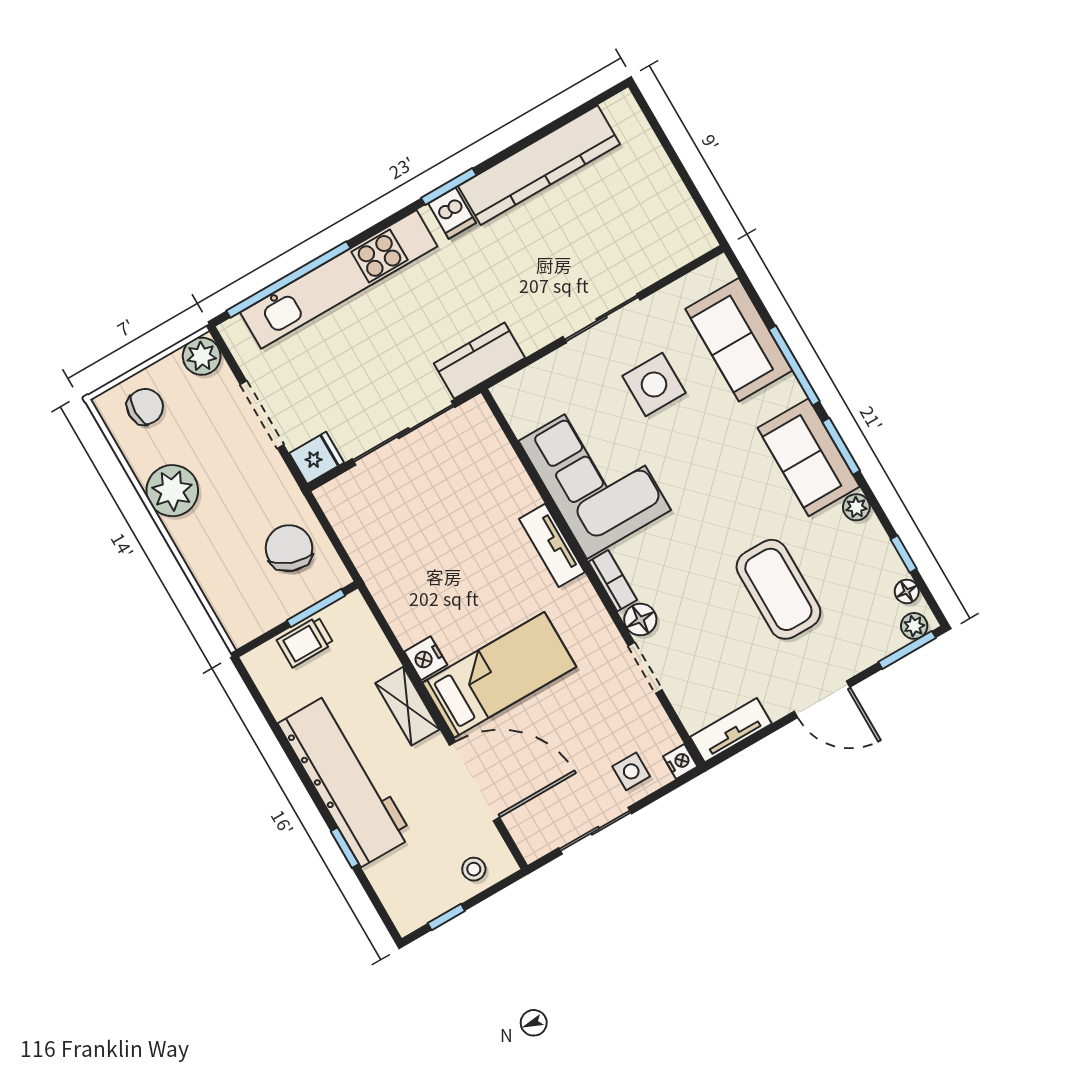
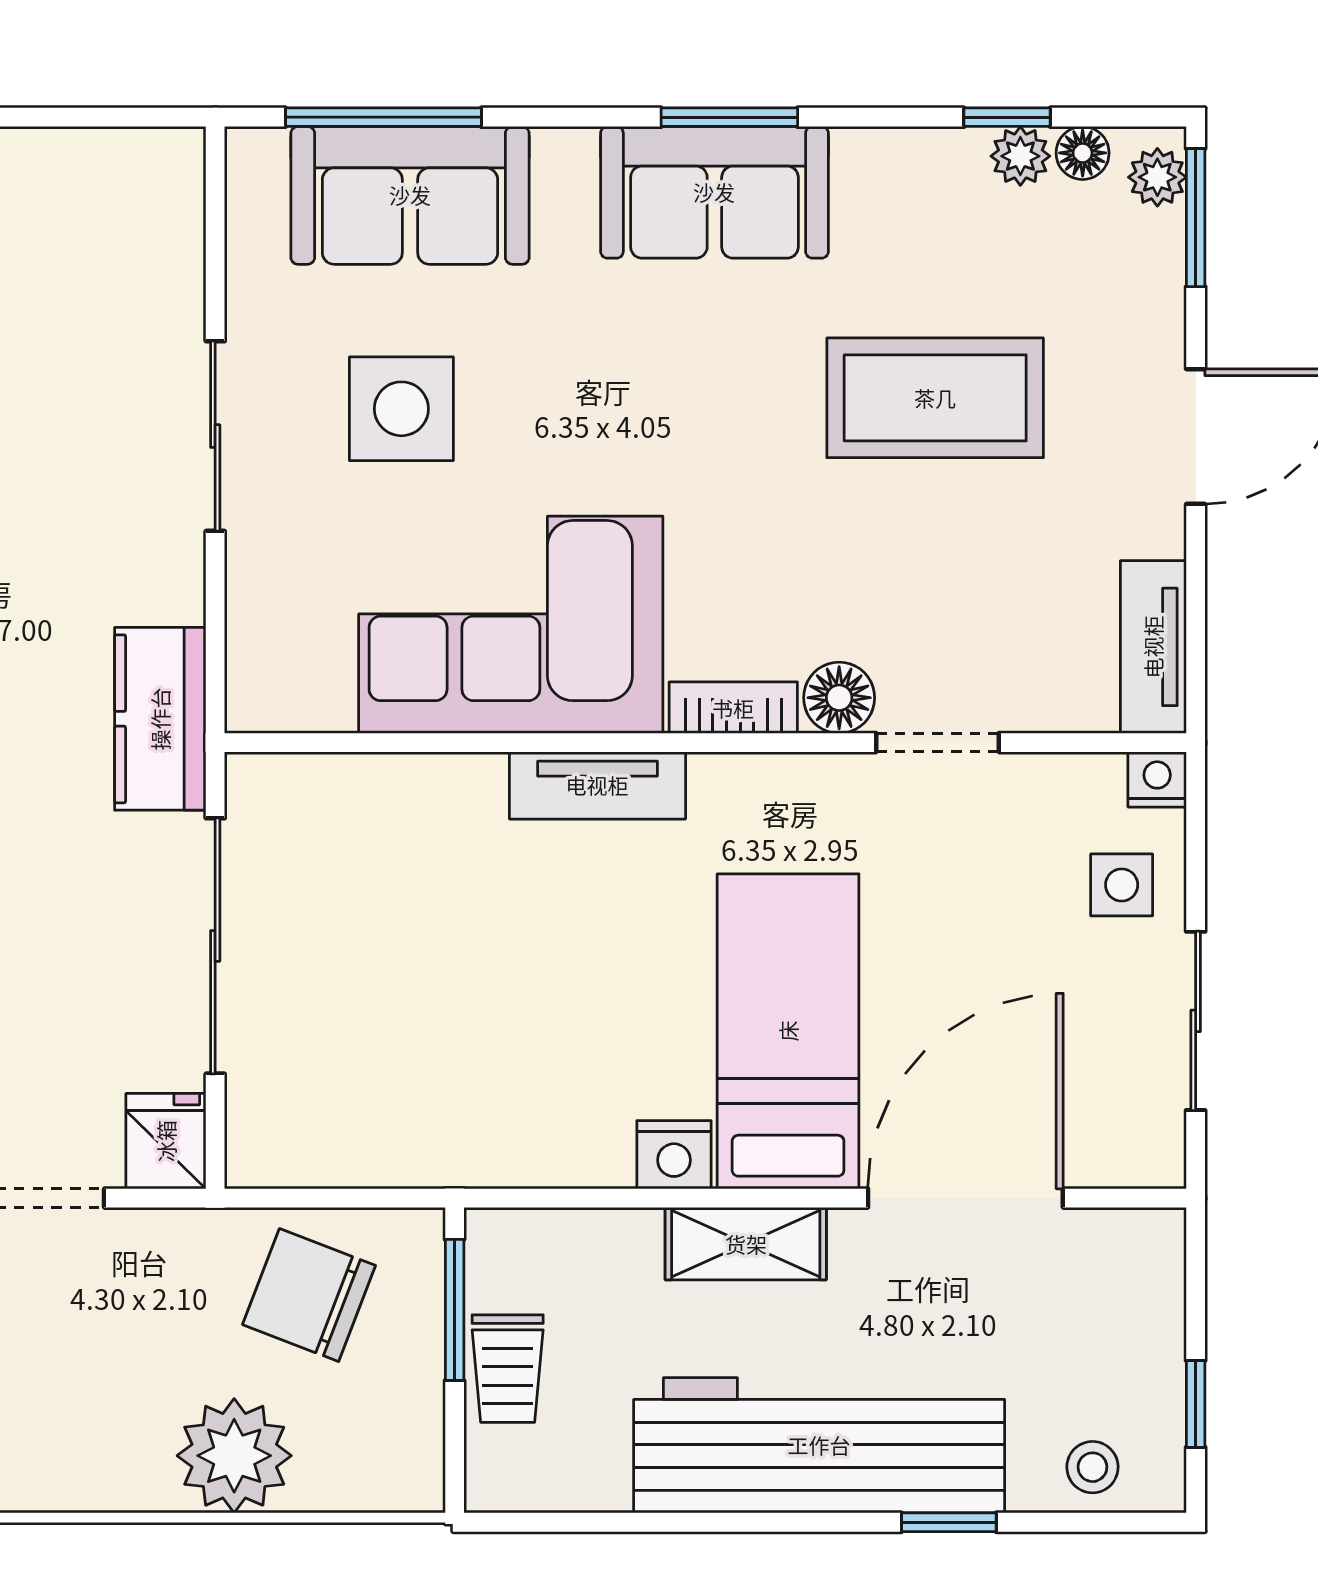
window: (794, 365) -> (383, 117), moved
plant: (172, 491) -> (234, 1456), moved
plant: (856, 507) -> (1020, 156), moved
stool: (474, 869) -> (1092, 1467), moved

